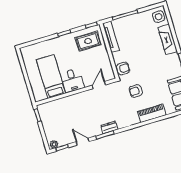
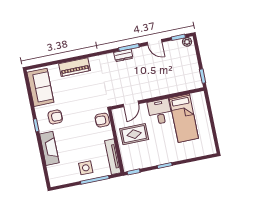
side table: (159, 17) -> (86, 168), moved
rug: (88, 41) -> (134, 134), moved
armchair: (136, 91) -> (55, 117), moved

